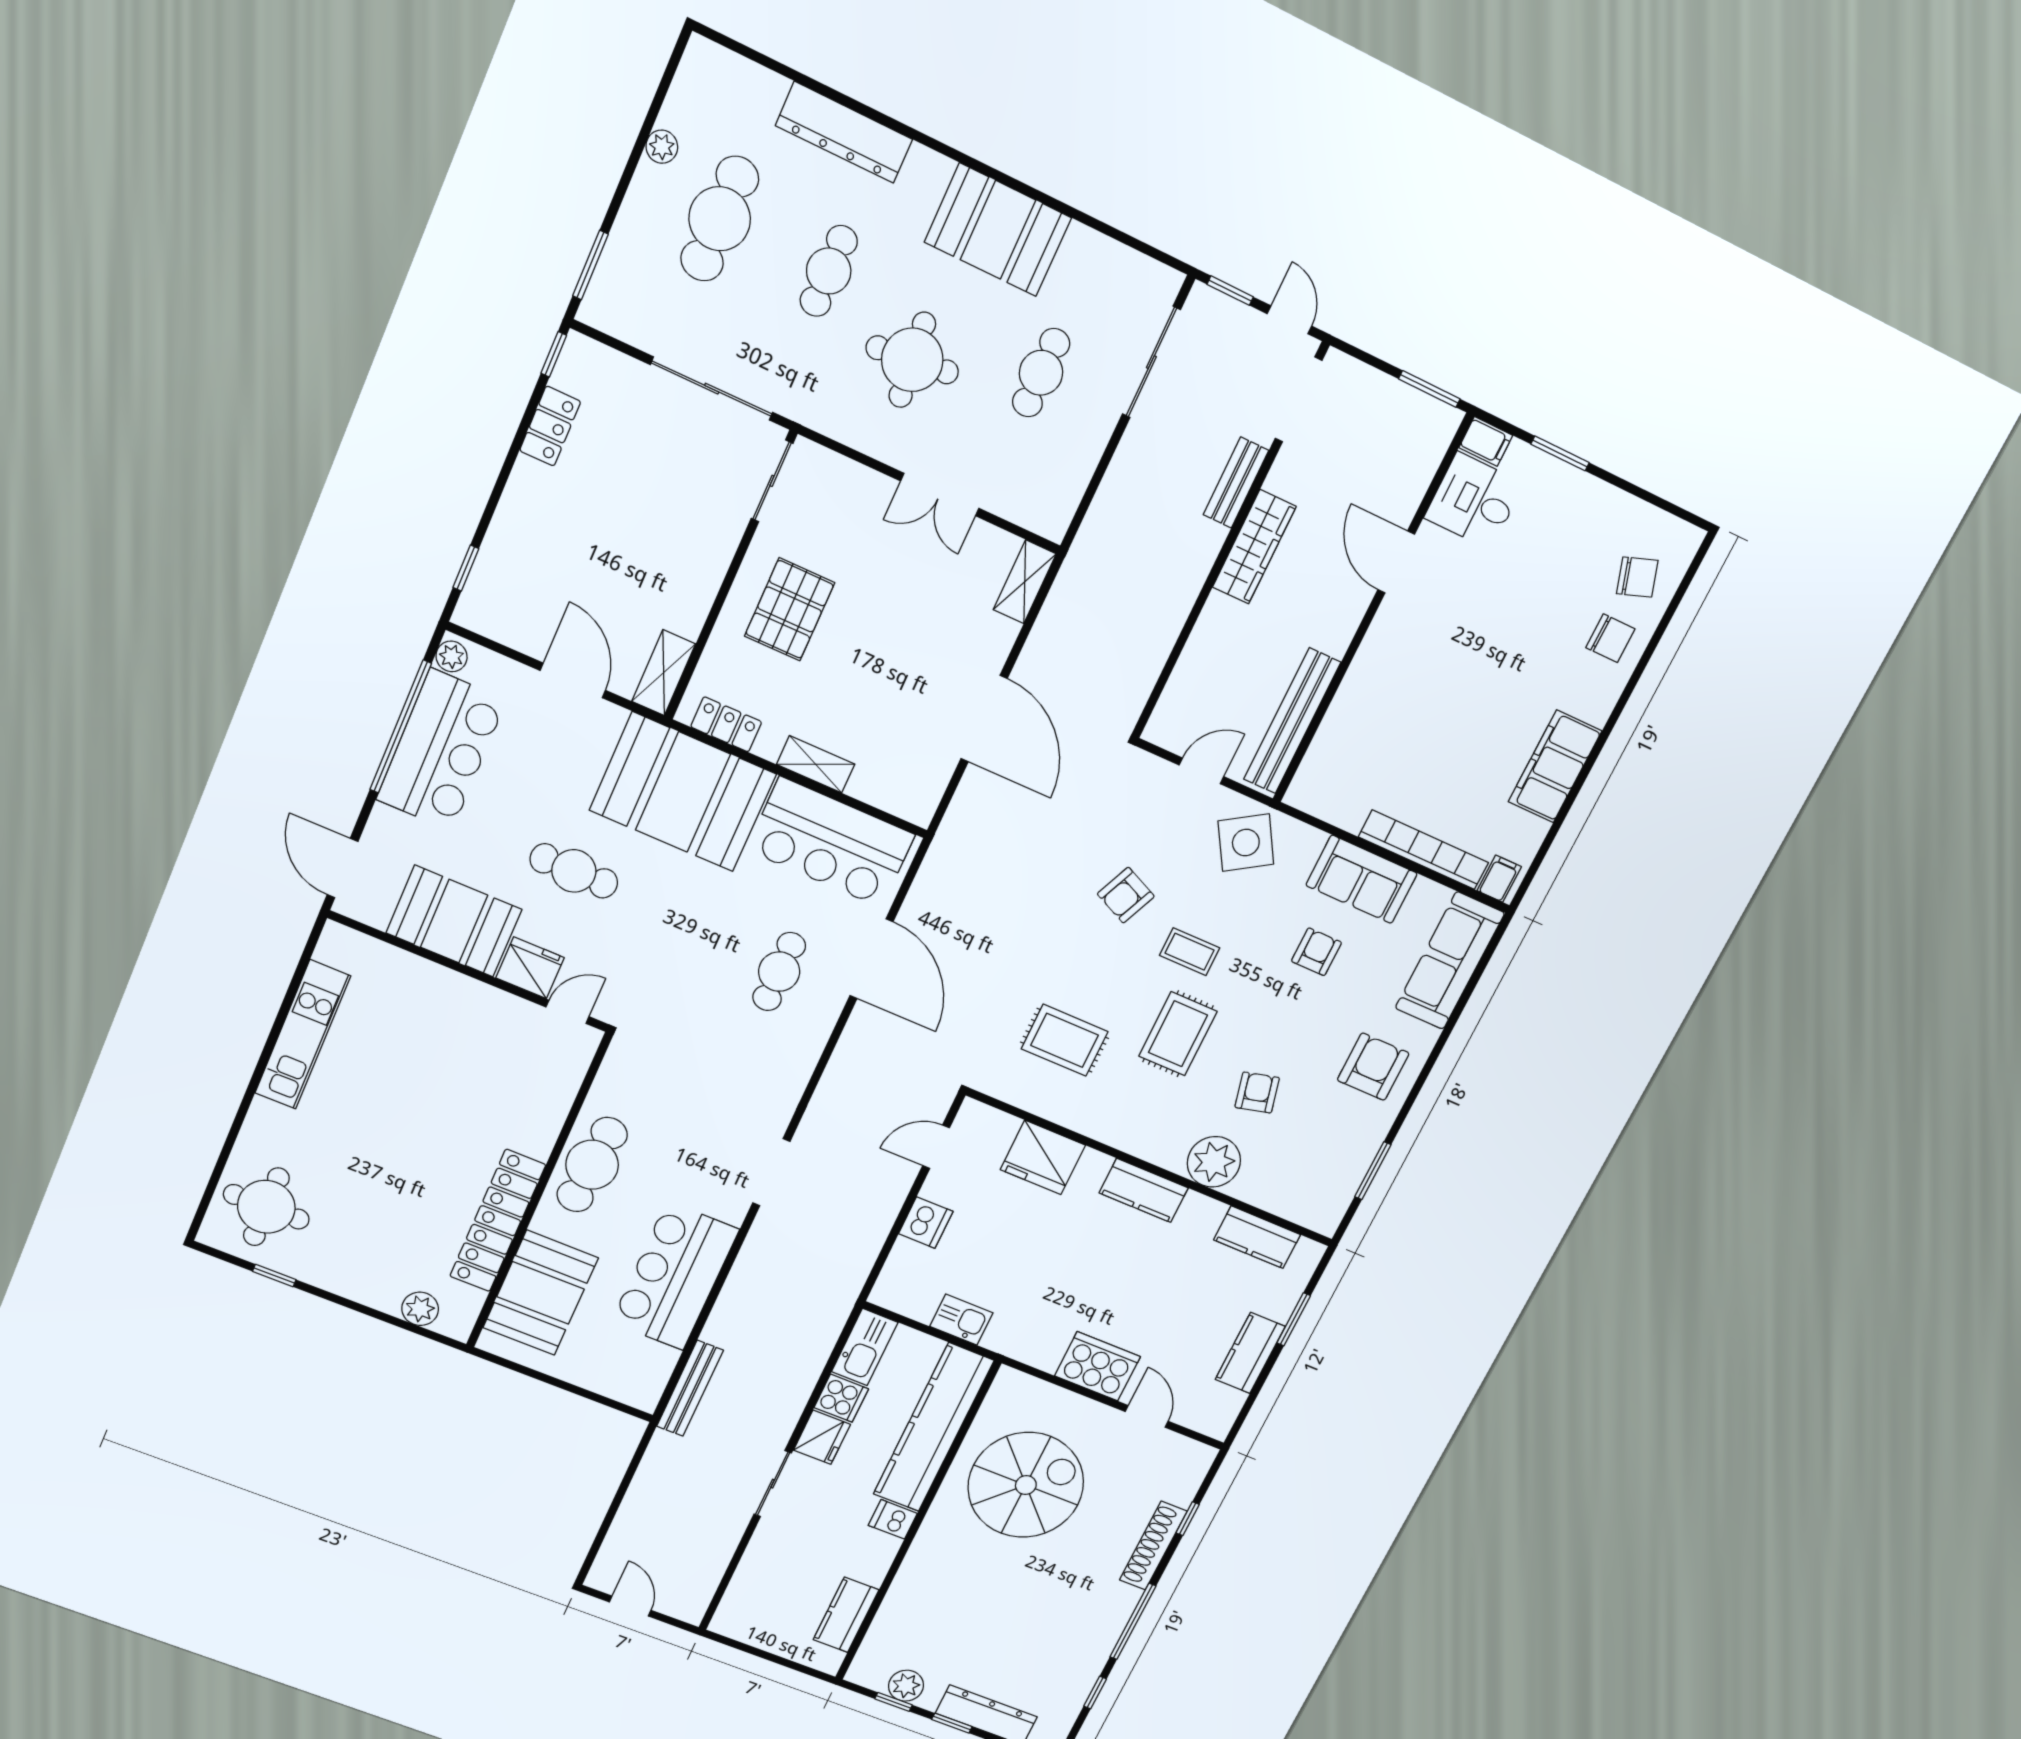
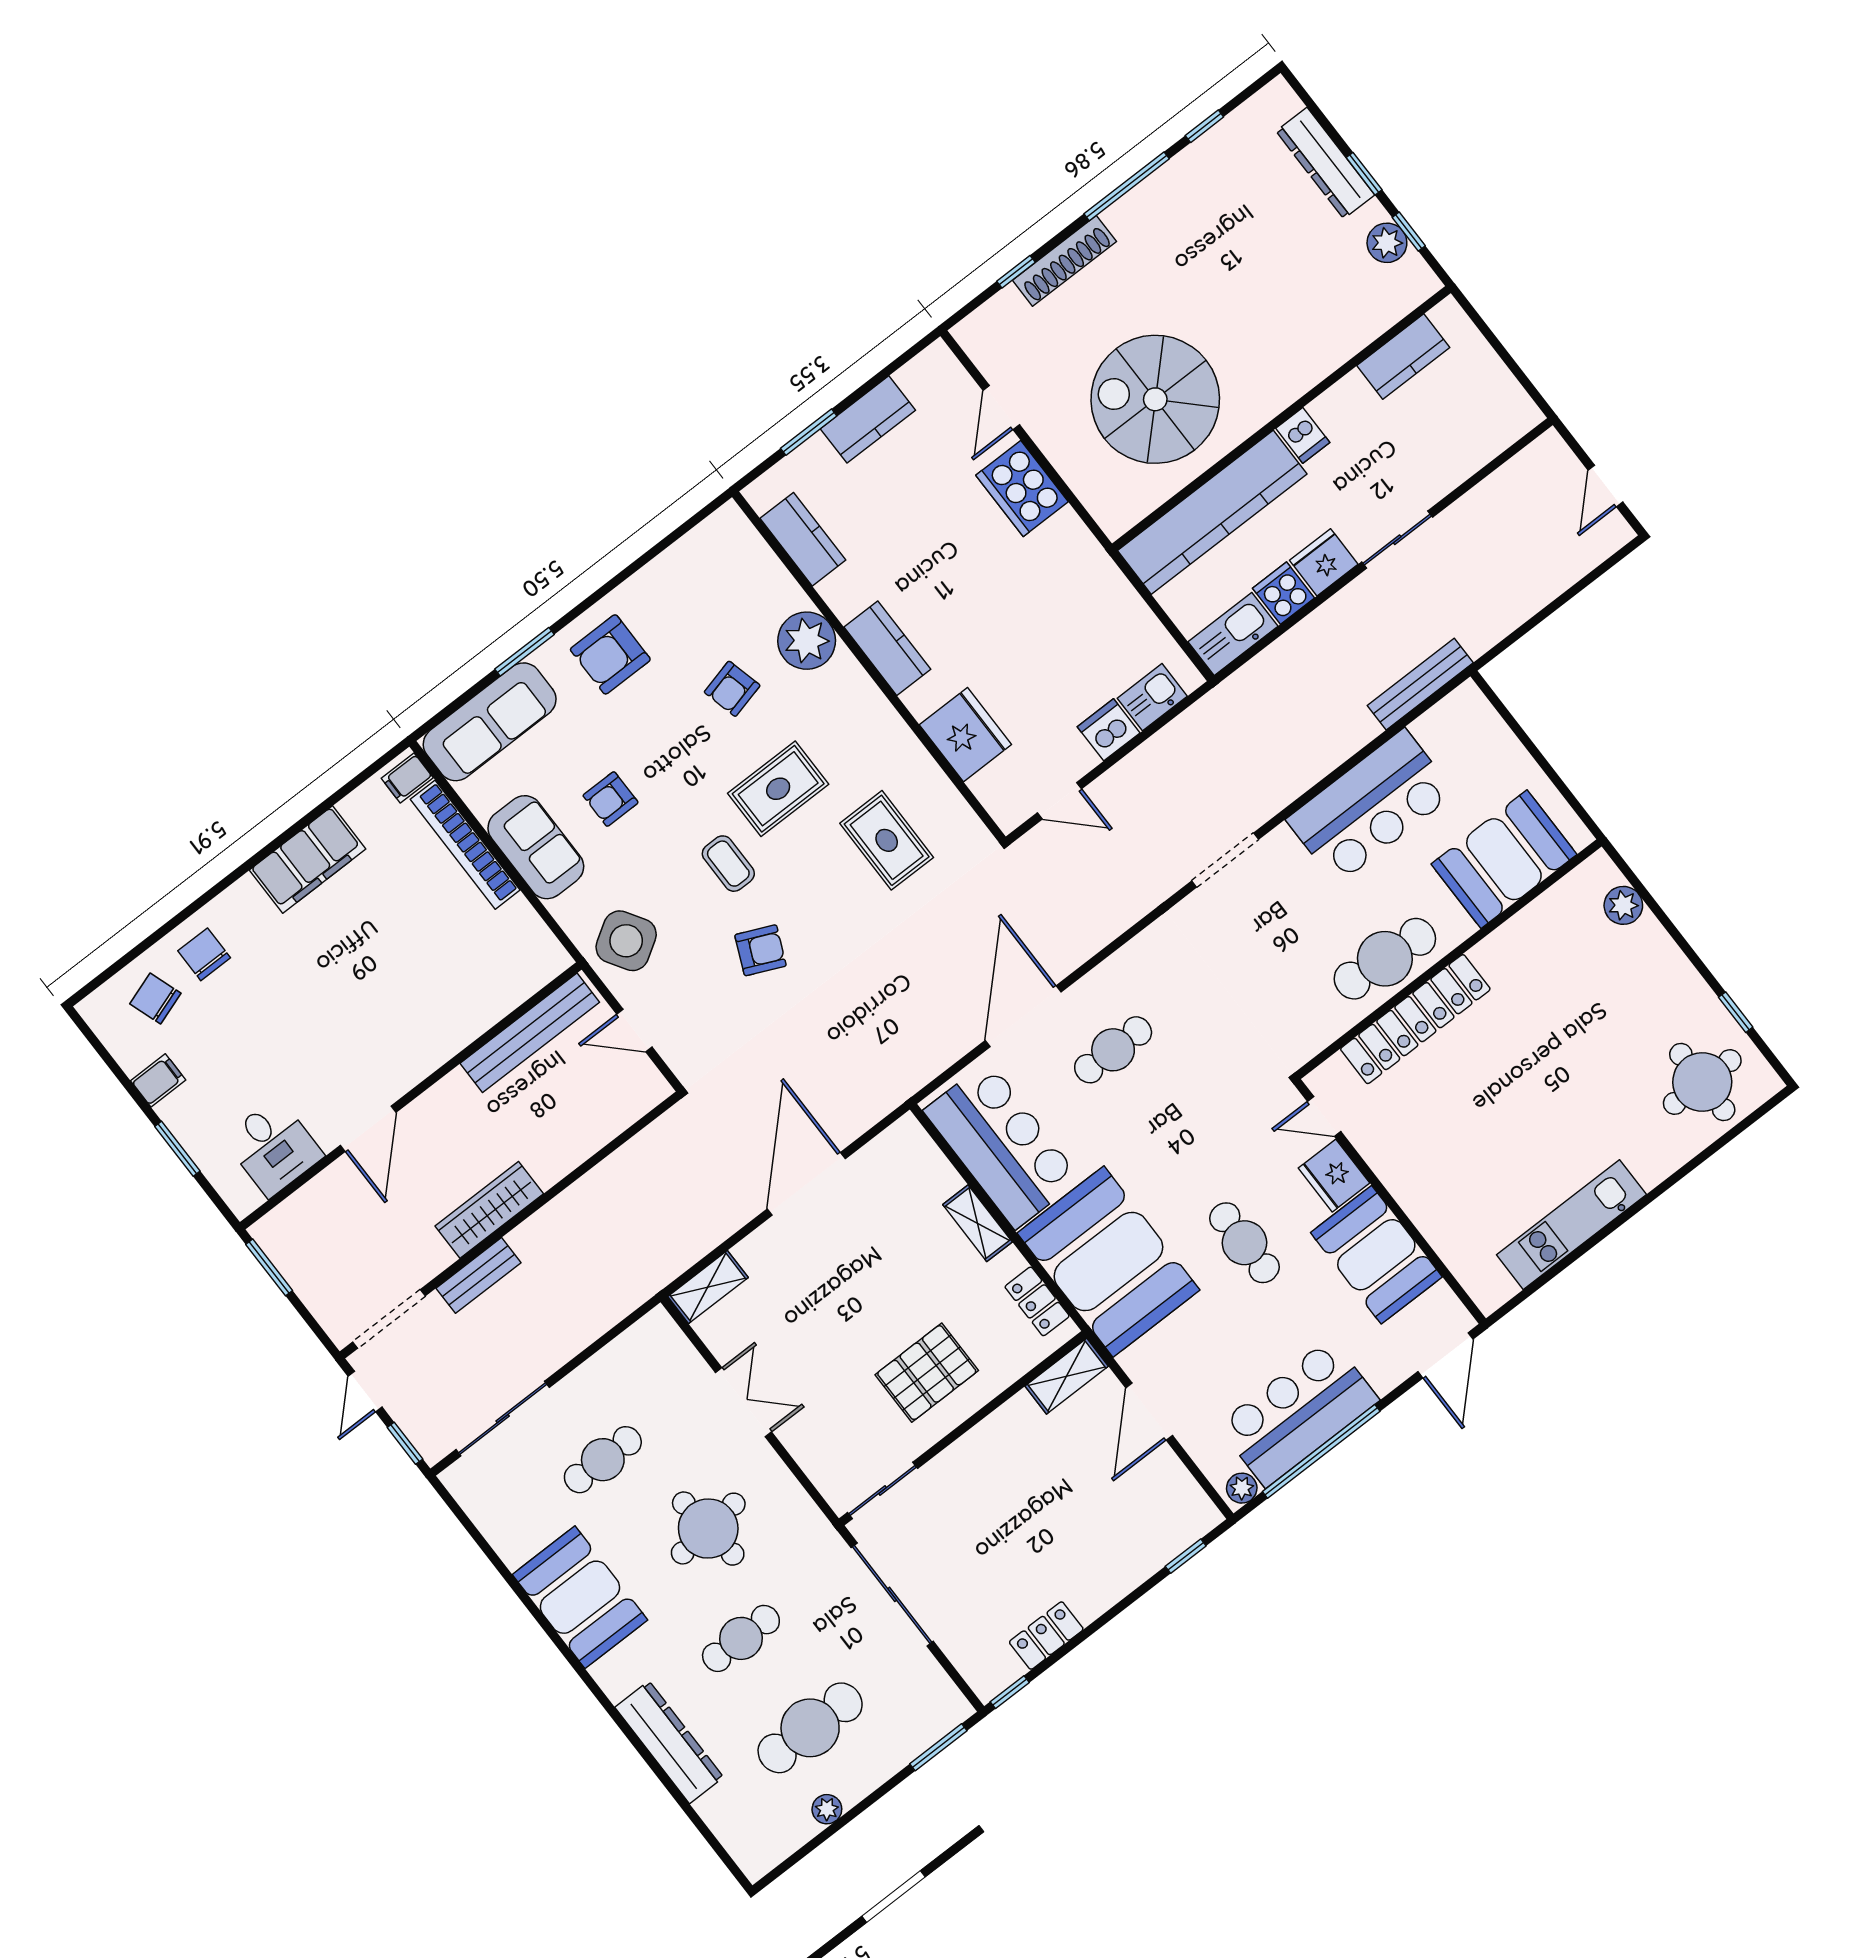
filing cabinet: (1486, 441) -> (158, 1080), moved, turned 90
window: (1373, 1171) -> (524, 652), moved
locker: (498, 1221) -> (1415, 1019), moved
kitchen sink: (961, 1320) -> (1152, 697), moved, turned 90

